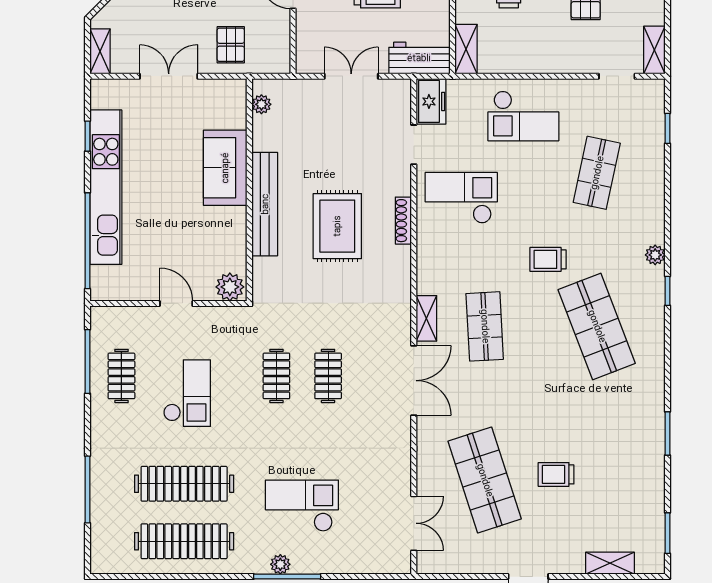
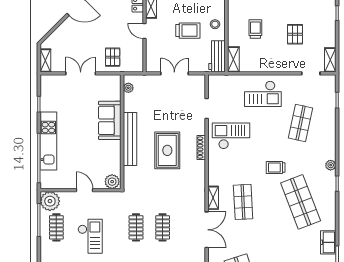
workbench: (419, 58) -> (217, 56), moved, turned -90
freezer: (431, 101) -> (328, 242), moved, turned 180
kitchen unit: (106, 187) -> (48, 141), width x0.73
plant: (109, 325) -> (50, 201), added

